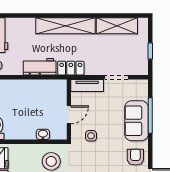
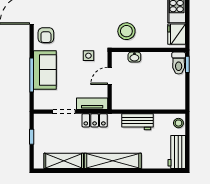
locker: (71, 68) -> (95, 120), moved

